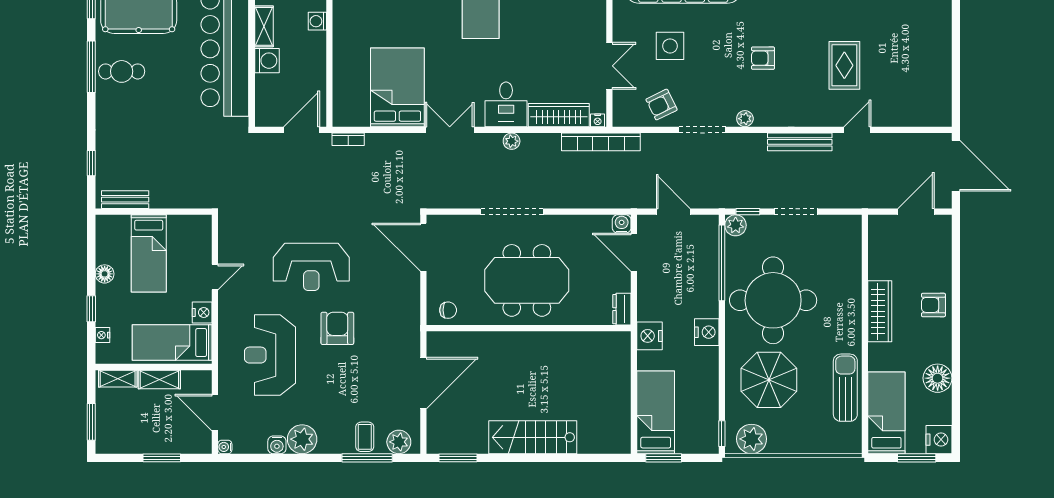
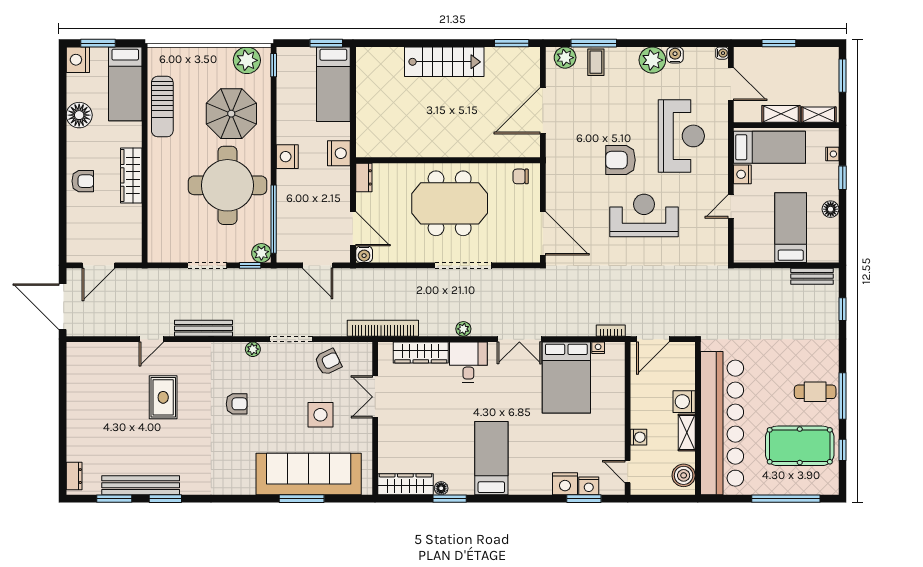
nightstand: (598, 120) -> (598, 348), moved
armchair: (337, 328) -> (621, 160), turned 90

